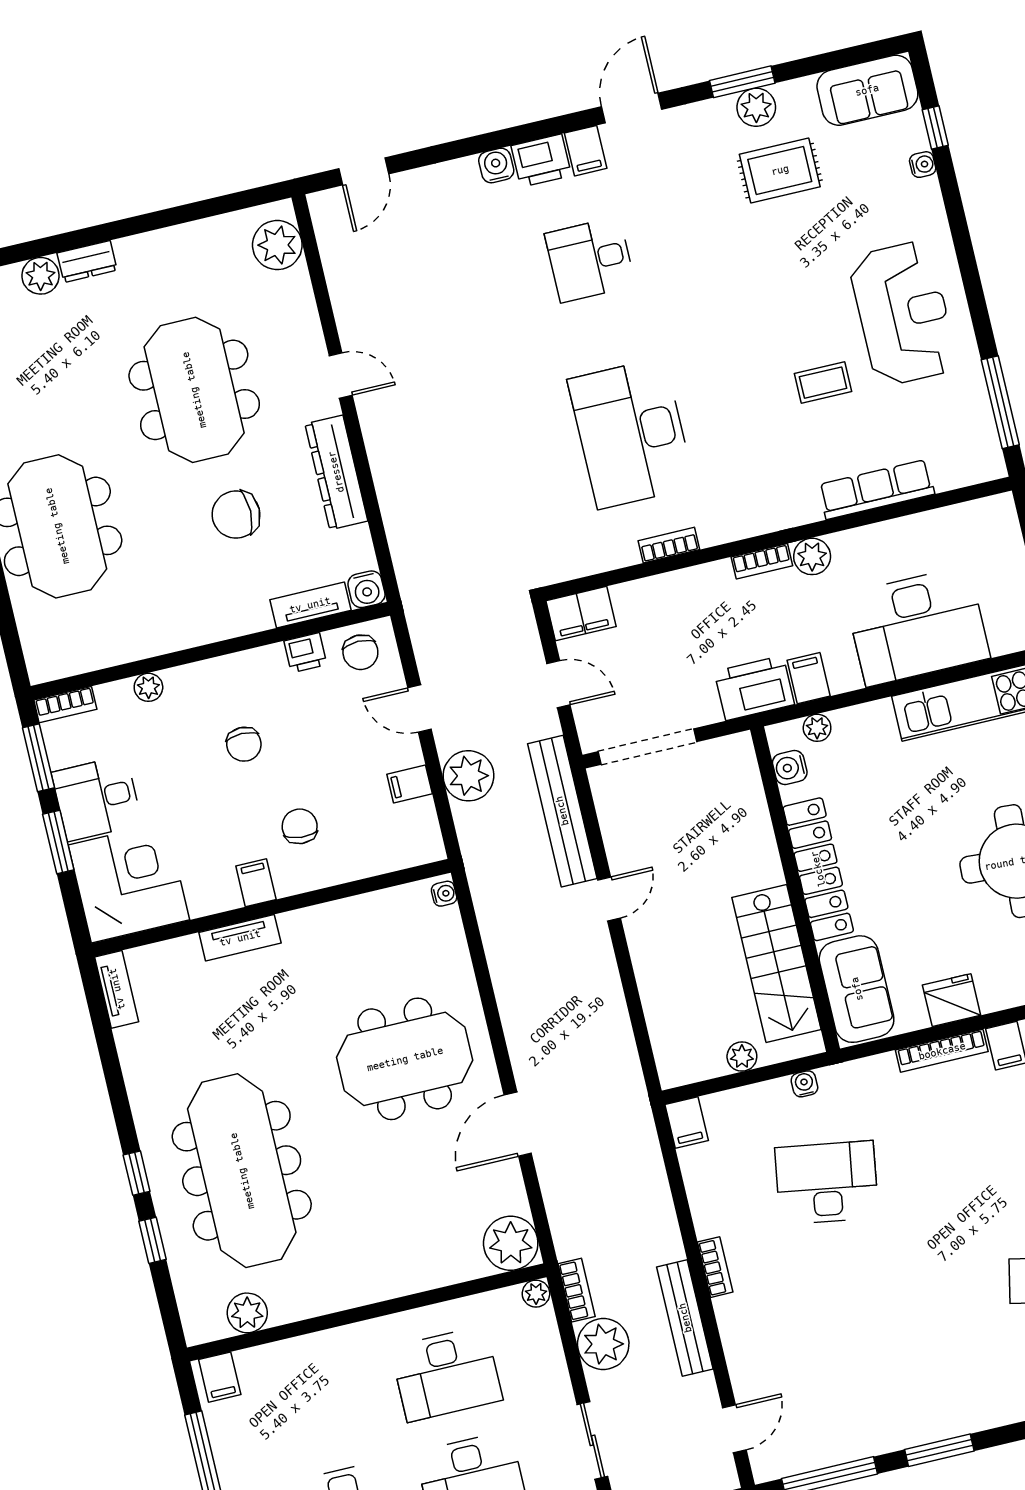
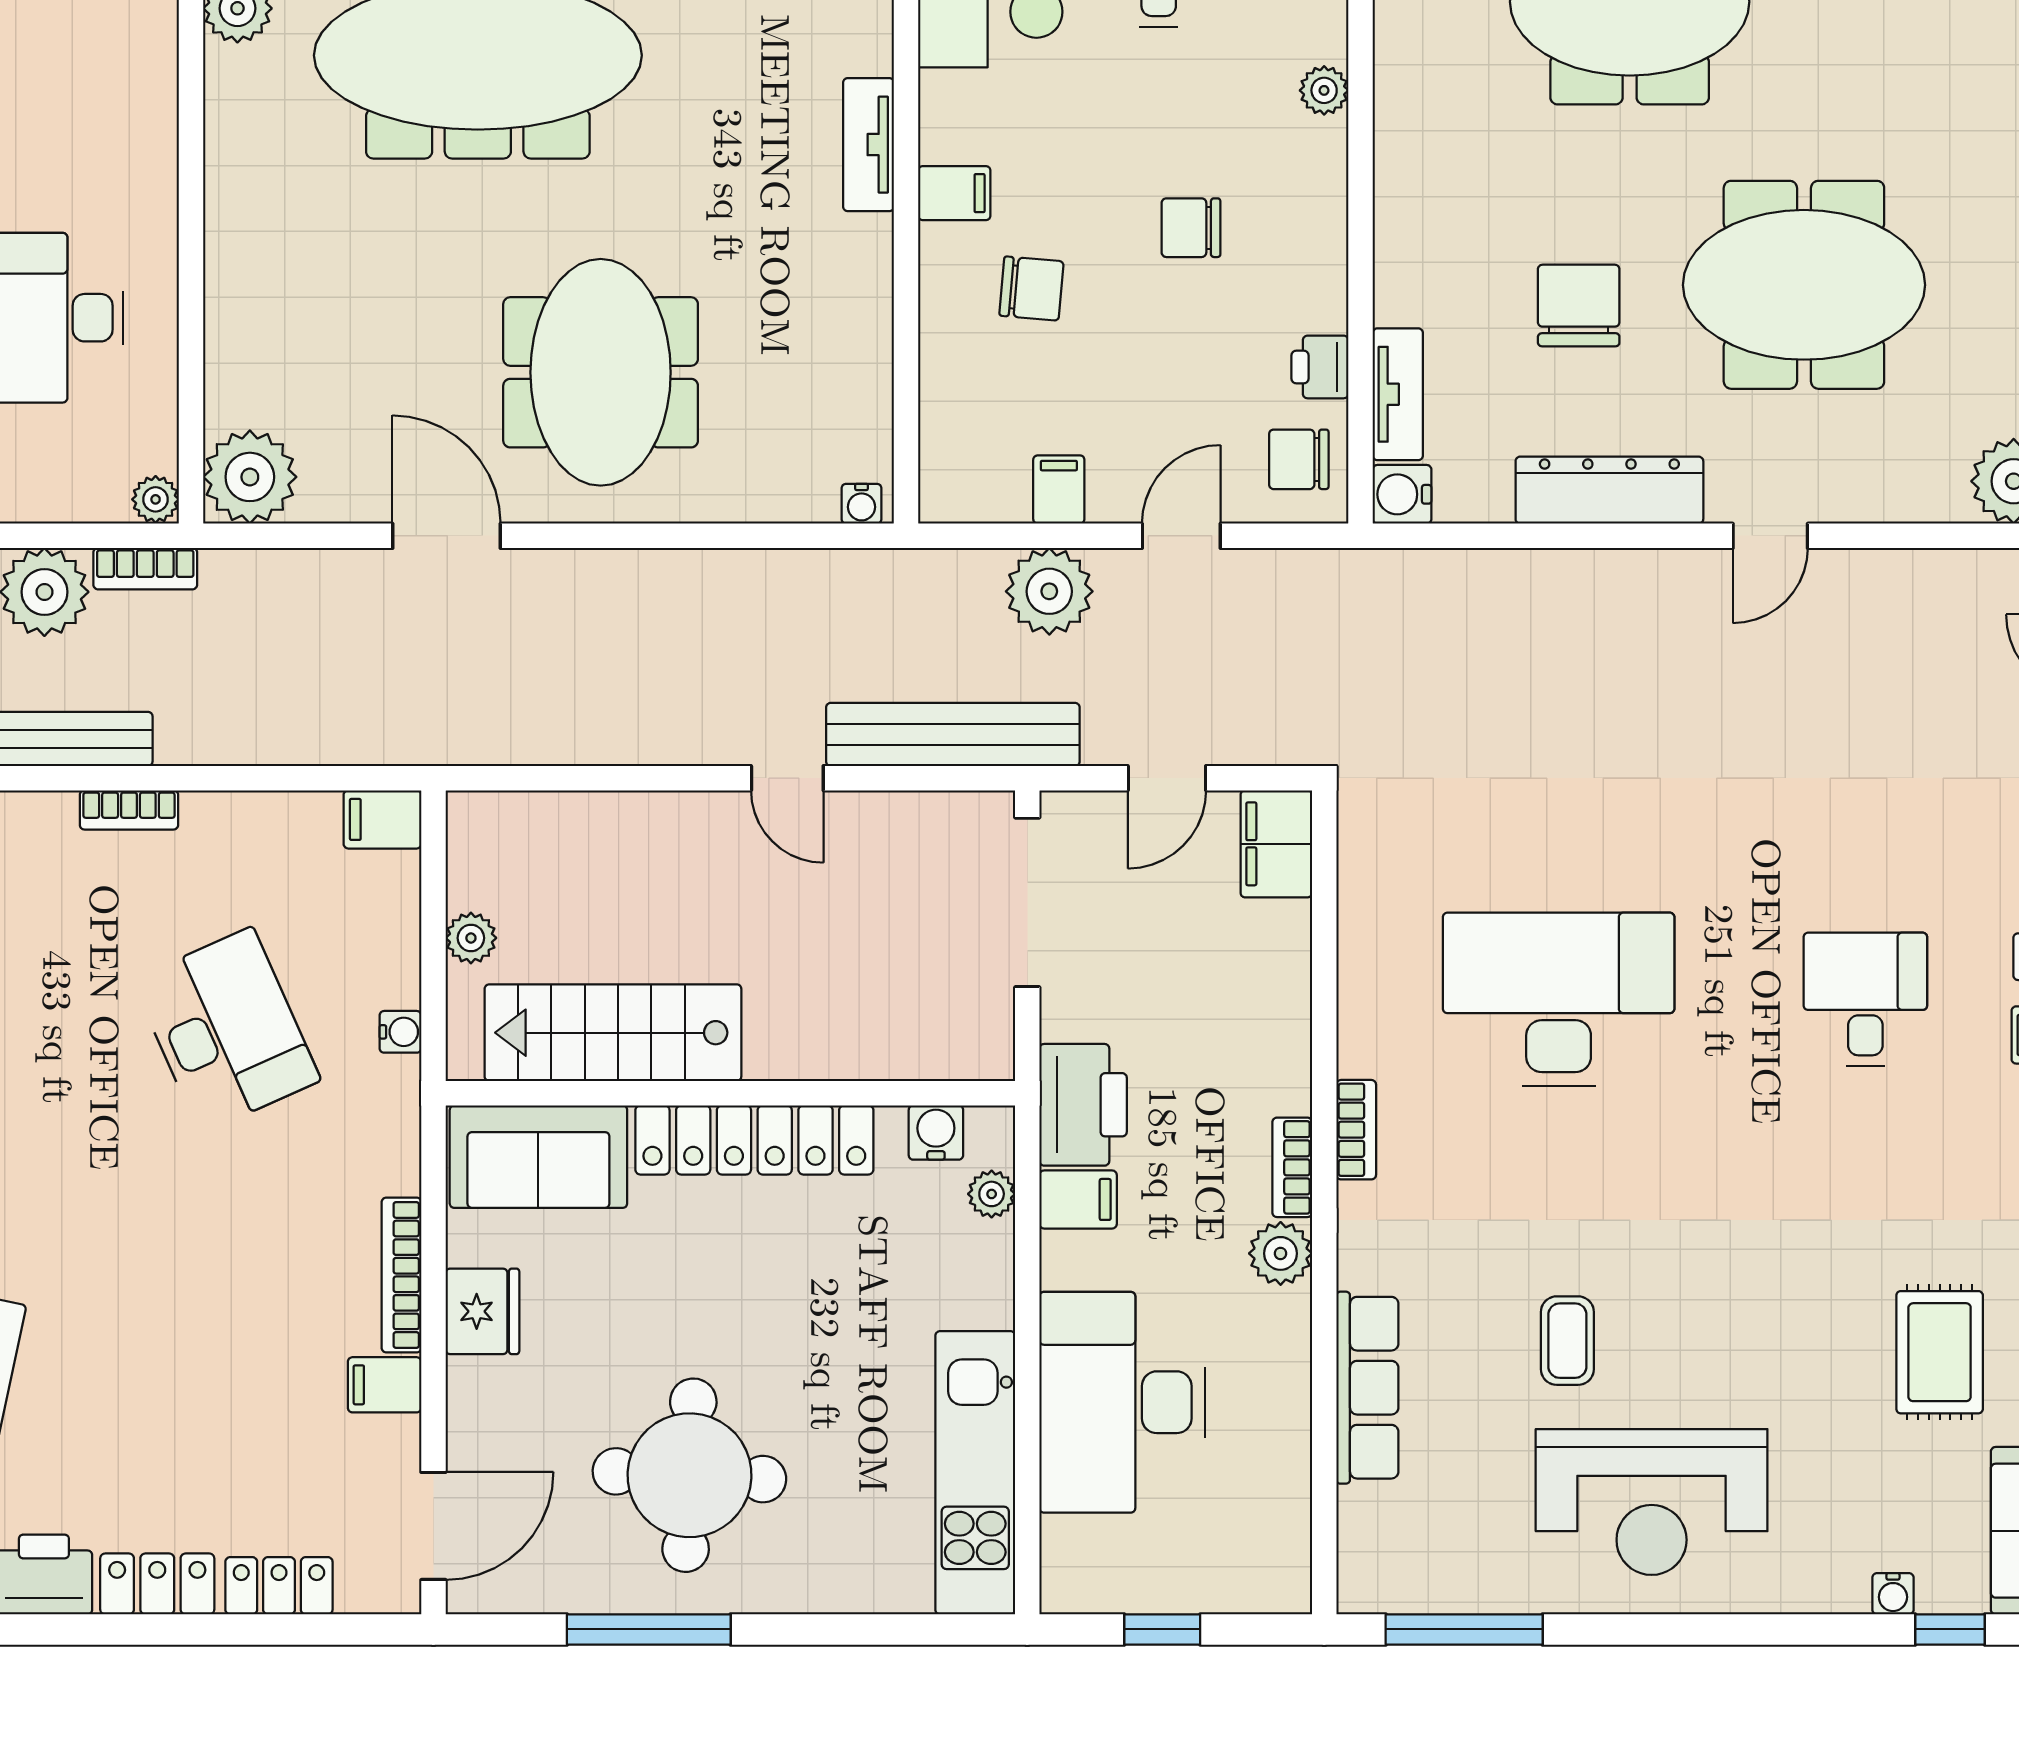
bookcase: (669, 545) -> (1356, 1130), moved
desk: (827, 1183) -> (226, 1030), turned -33

